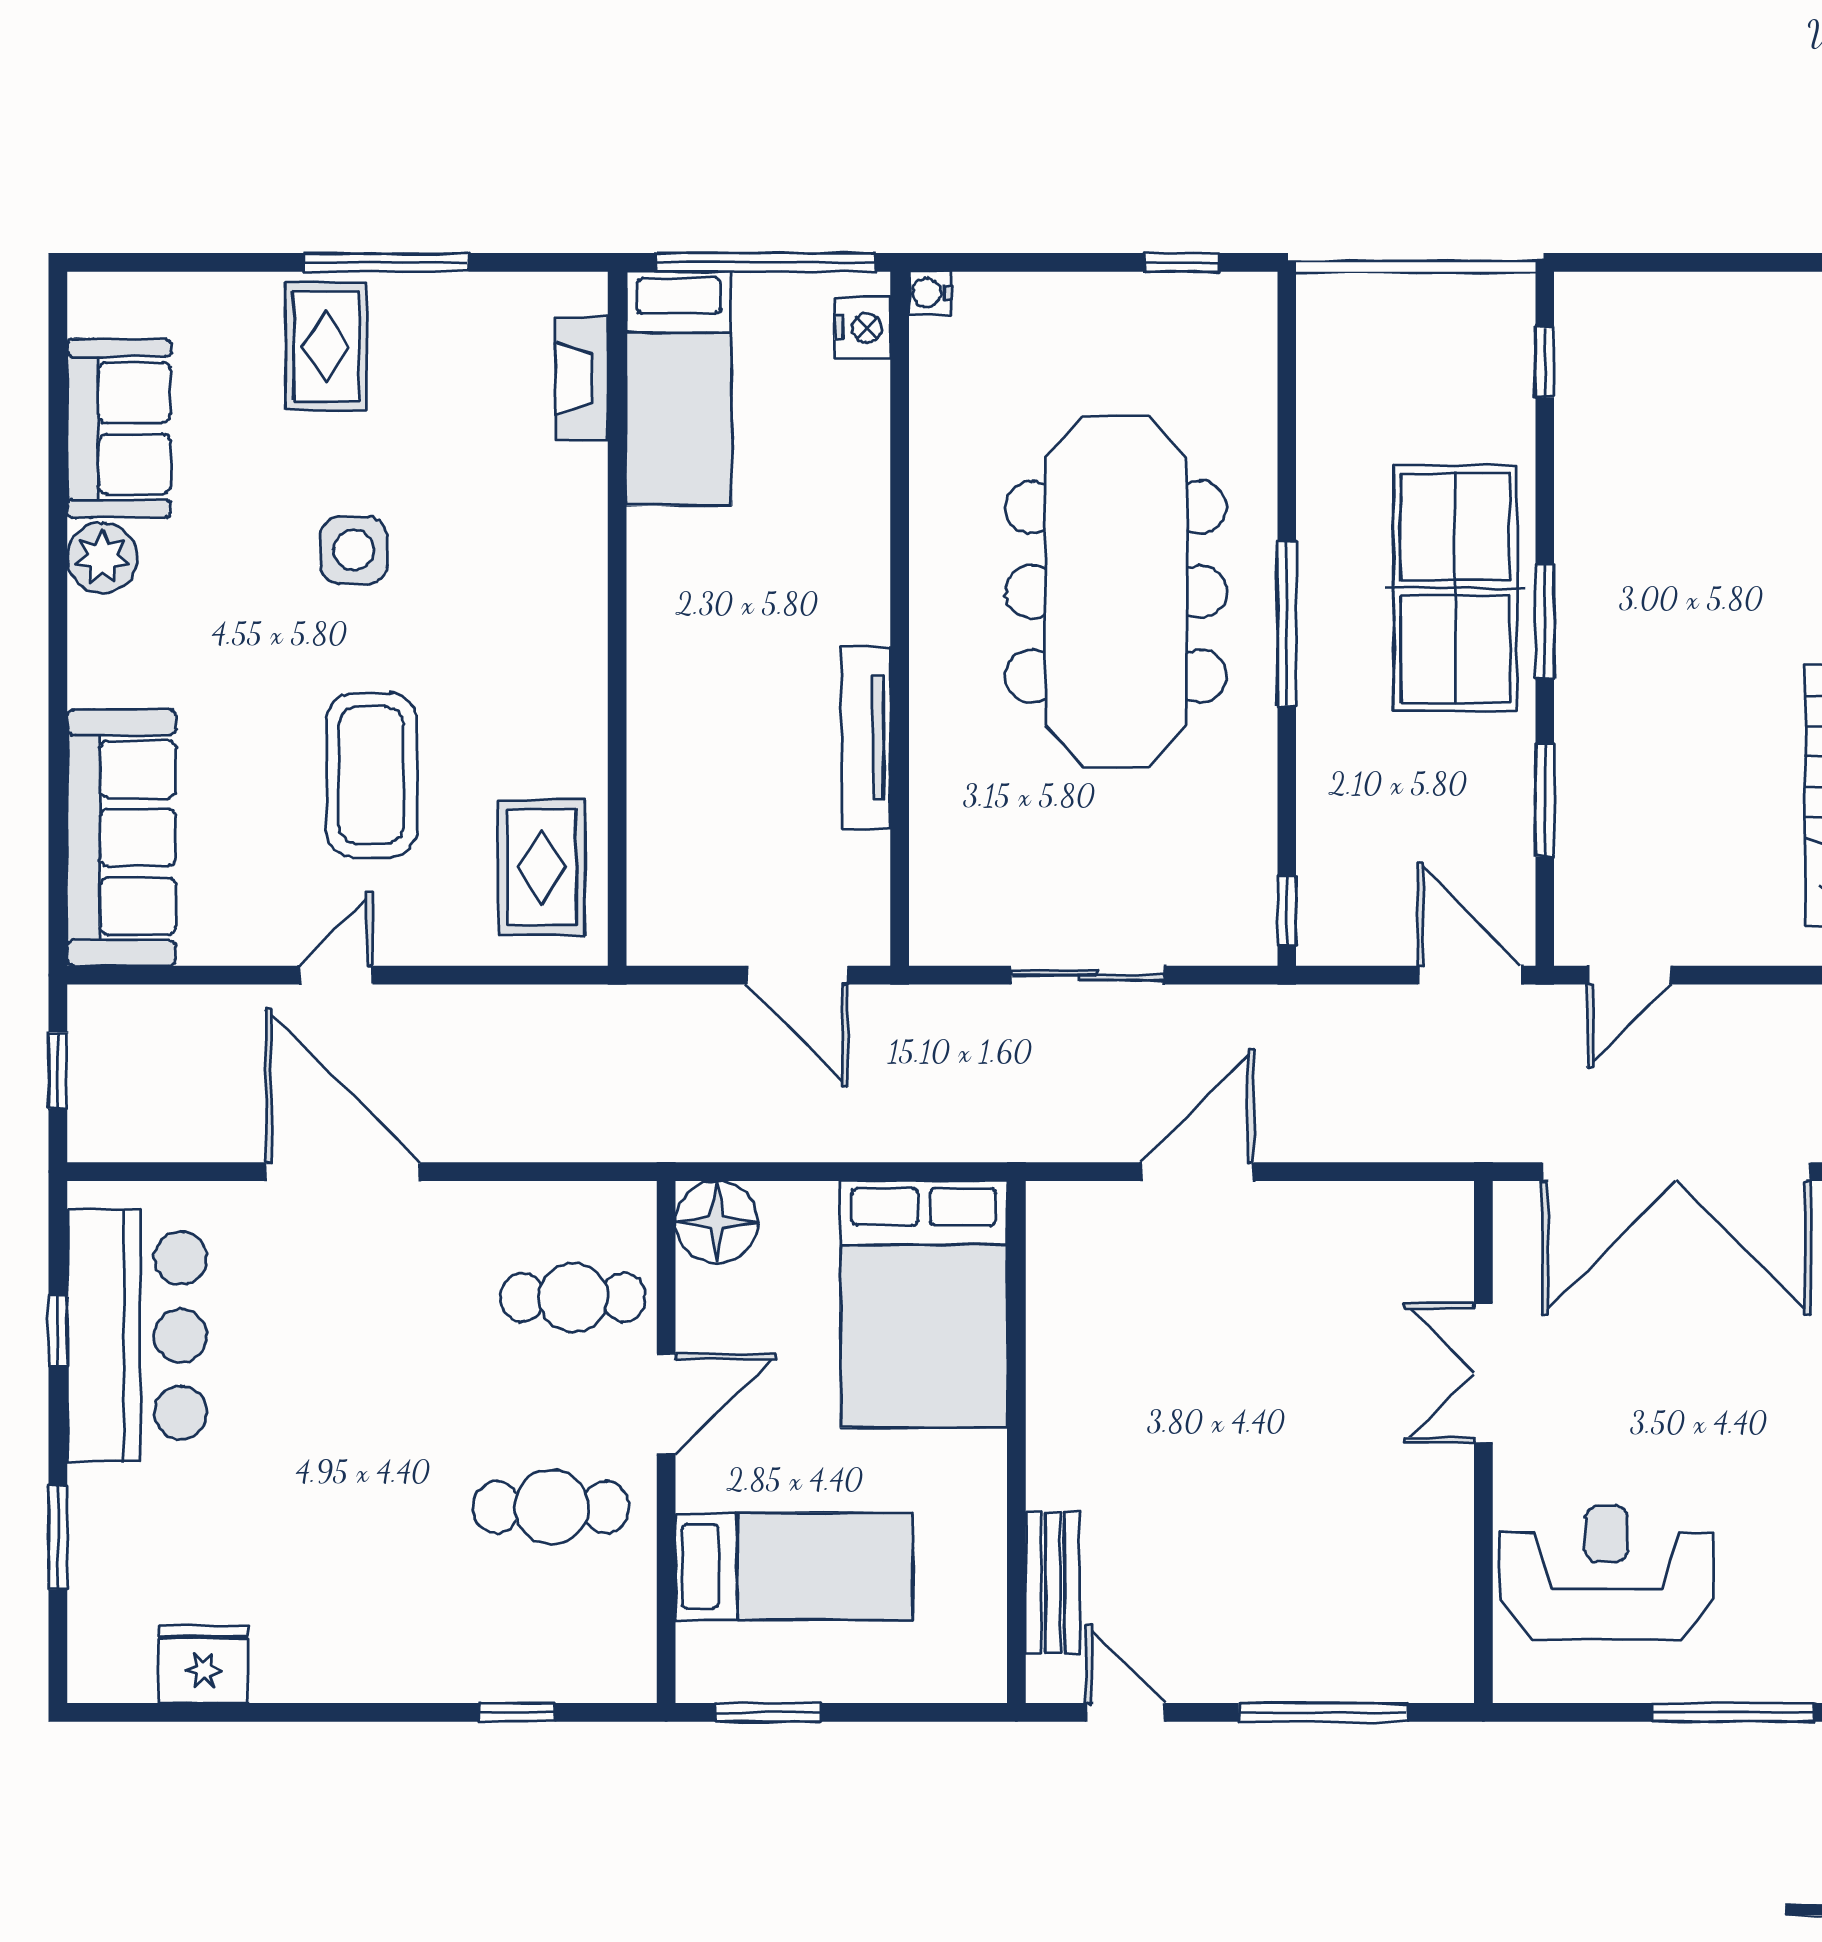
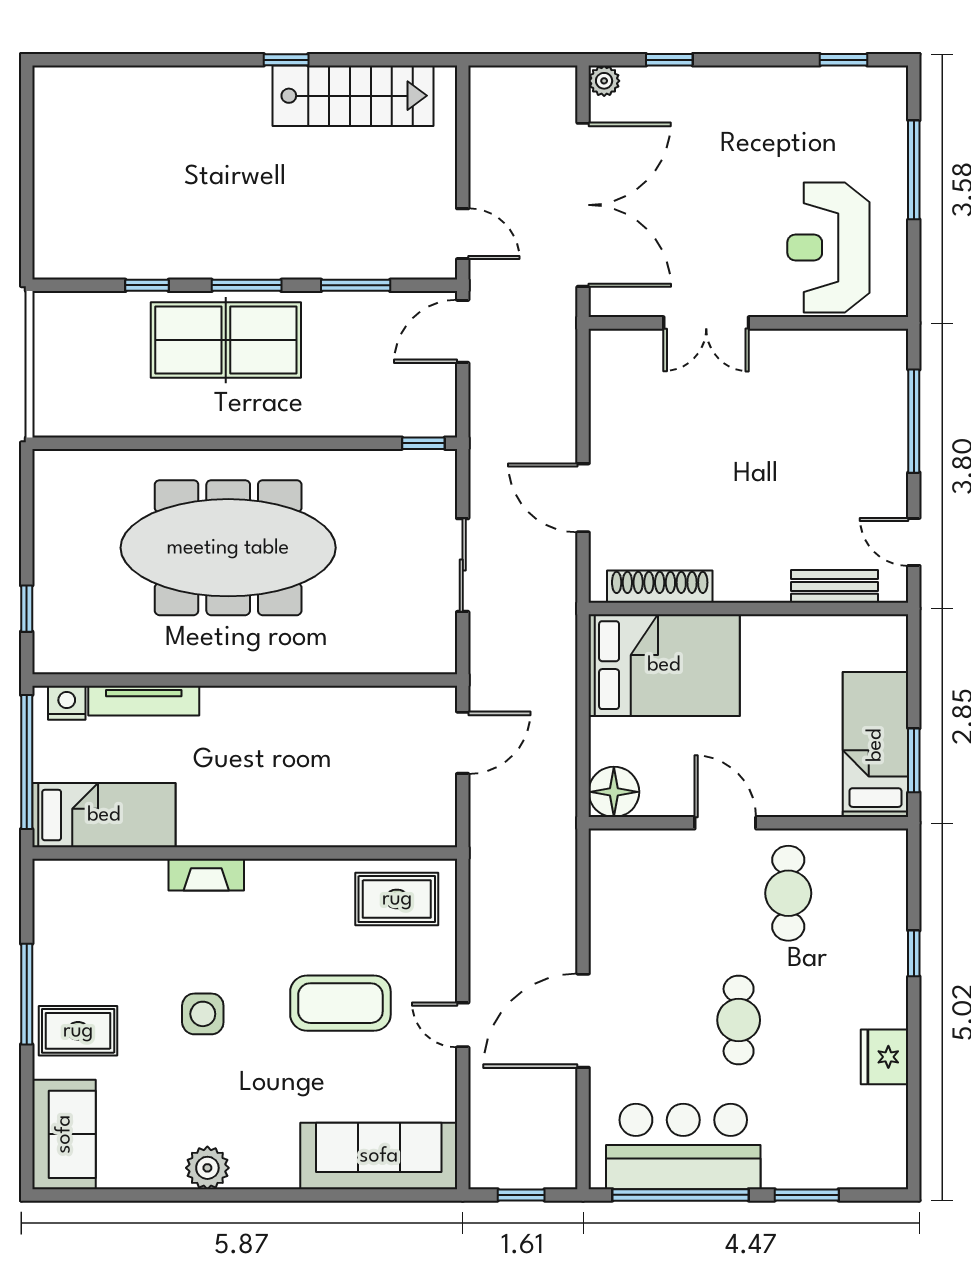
window: (1182, 262) -> (27, 609), moved
water cooler: (930, 293) -> (45, 661), removed
window: (1545, 362) -> (147, 285), moved
fireplace: (582, 379) -> (206, 875), moved
sofa: (119, 428) -> (64, 1134), moved, turned 90
window: (1287, 624) -> (248, 443), removed
tv unit: (866, 737) -> (144, 701), moved
cafe table: (573, 1297) -> (739, 1020), moved
shoe rack: (1052, 1297) -> (660, 587), added
window: (58, 1331) -> (681, 1195), width x3.17
bed: (794, 1566) -> (875, 745), moved
fridge: (204, 1664) -> (884, 1057), moved
window: (517, 1712) -> (914, 953), moved
door: (1125, 1712) -> (914, 542), hinge flipped

